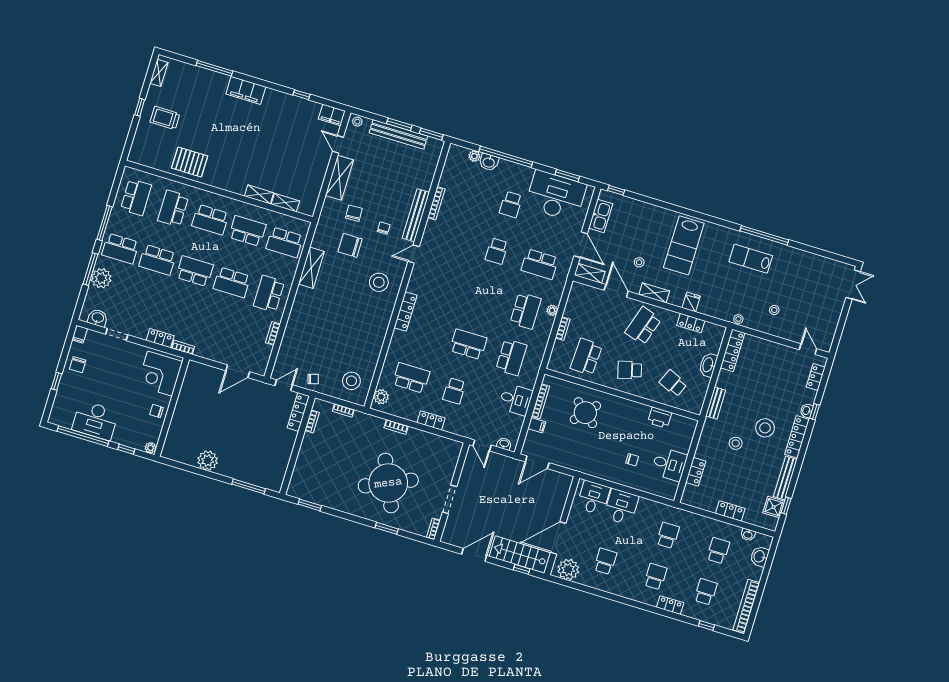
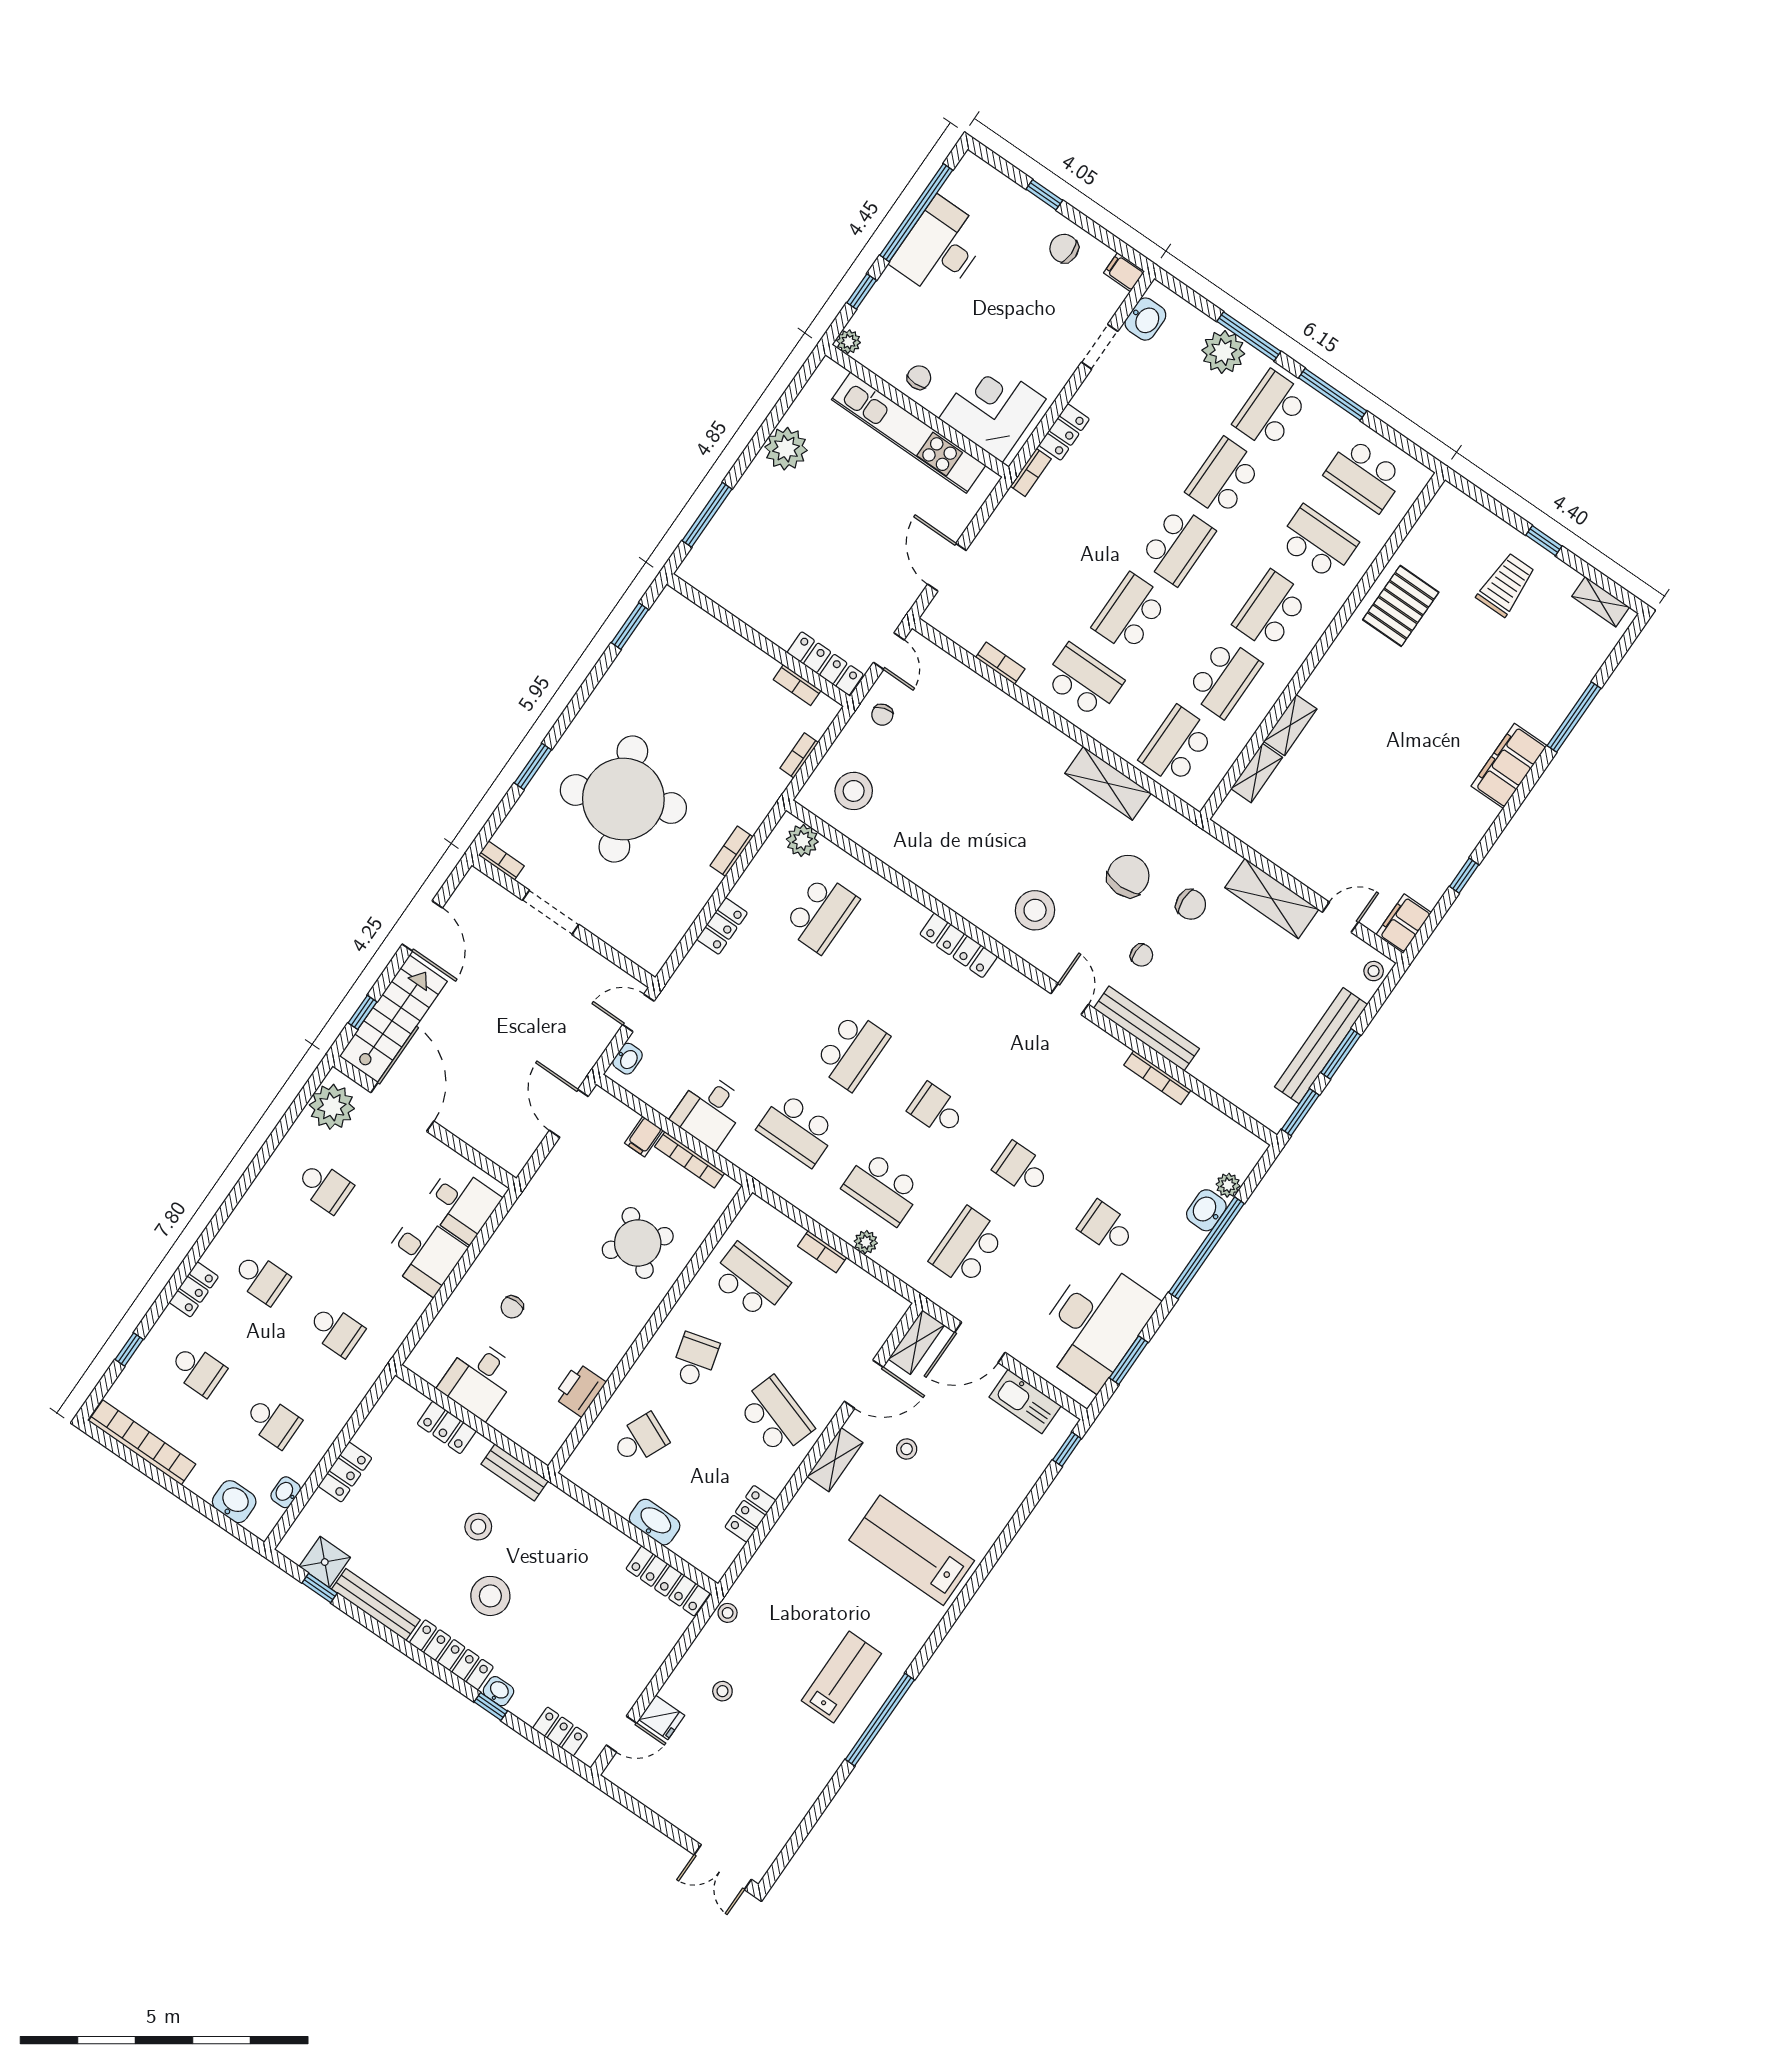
fridge: (691, 302) -> (662, 1717), moved
school desk: (454, 391) -> (937, 1110), moved
bench: (716, 403) -> (515, 1472), moved
kitchen unit: (183, 408) -> (909, 433), added

